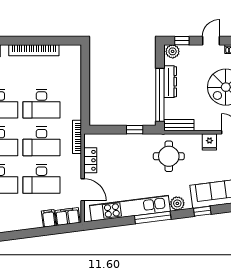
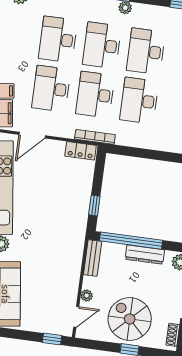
plant: (211, 126) -> (87, 296), added
fridge: (209, 142) -> (68, 291), removed
round table: (169, 156) -> (58, 241), removed
locker: (90, 160) -> (81, 151), moved

